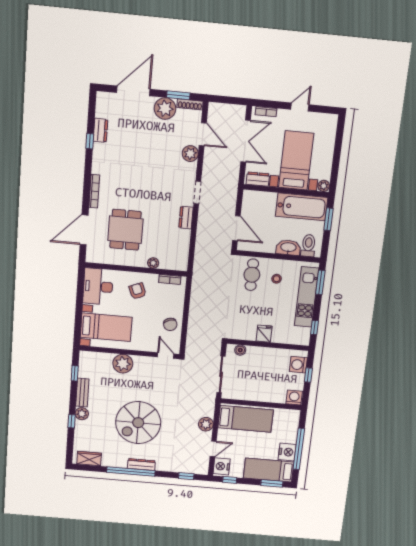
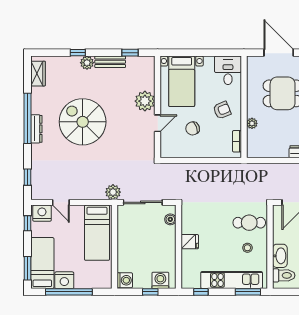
desk: (98, 286) -> (228, 70), width x0.73
chair: (170, 324) -> (193, 128), moved
door: (166, 355) -> (158, 123), moved
plant: (206, 424) -> (113, 192), moved

